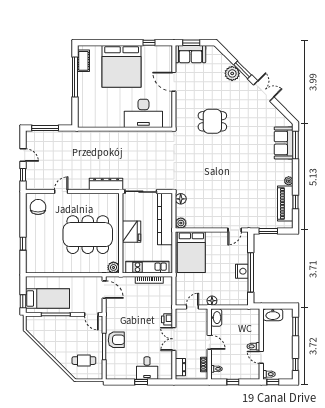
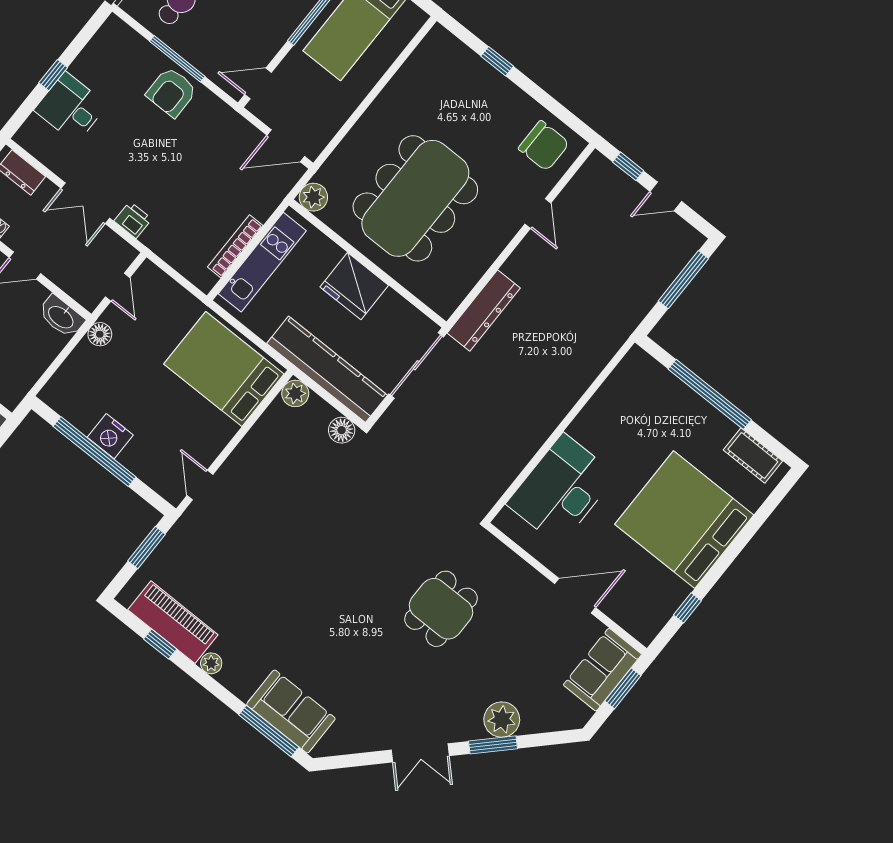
window: (75, 77) -> (710, 394), moved
double door: (174, 339) -> (85, 203), swing flipped

